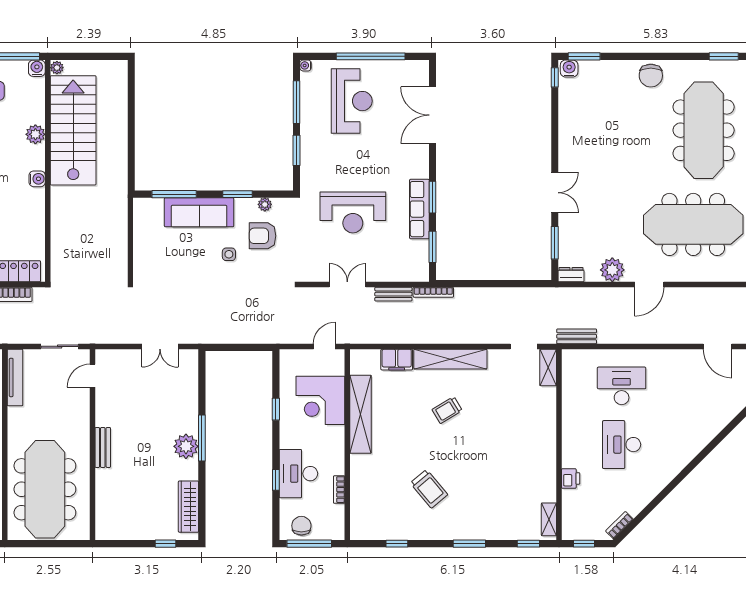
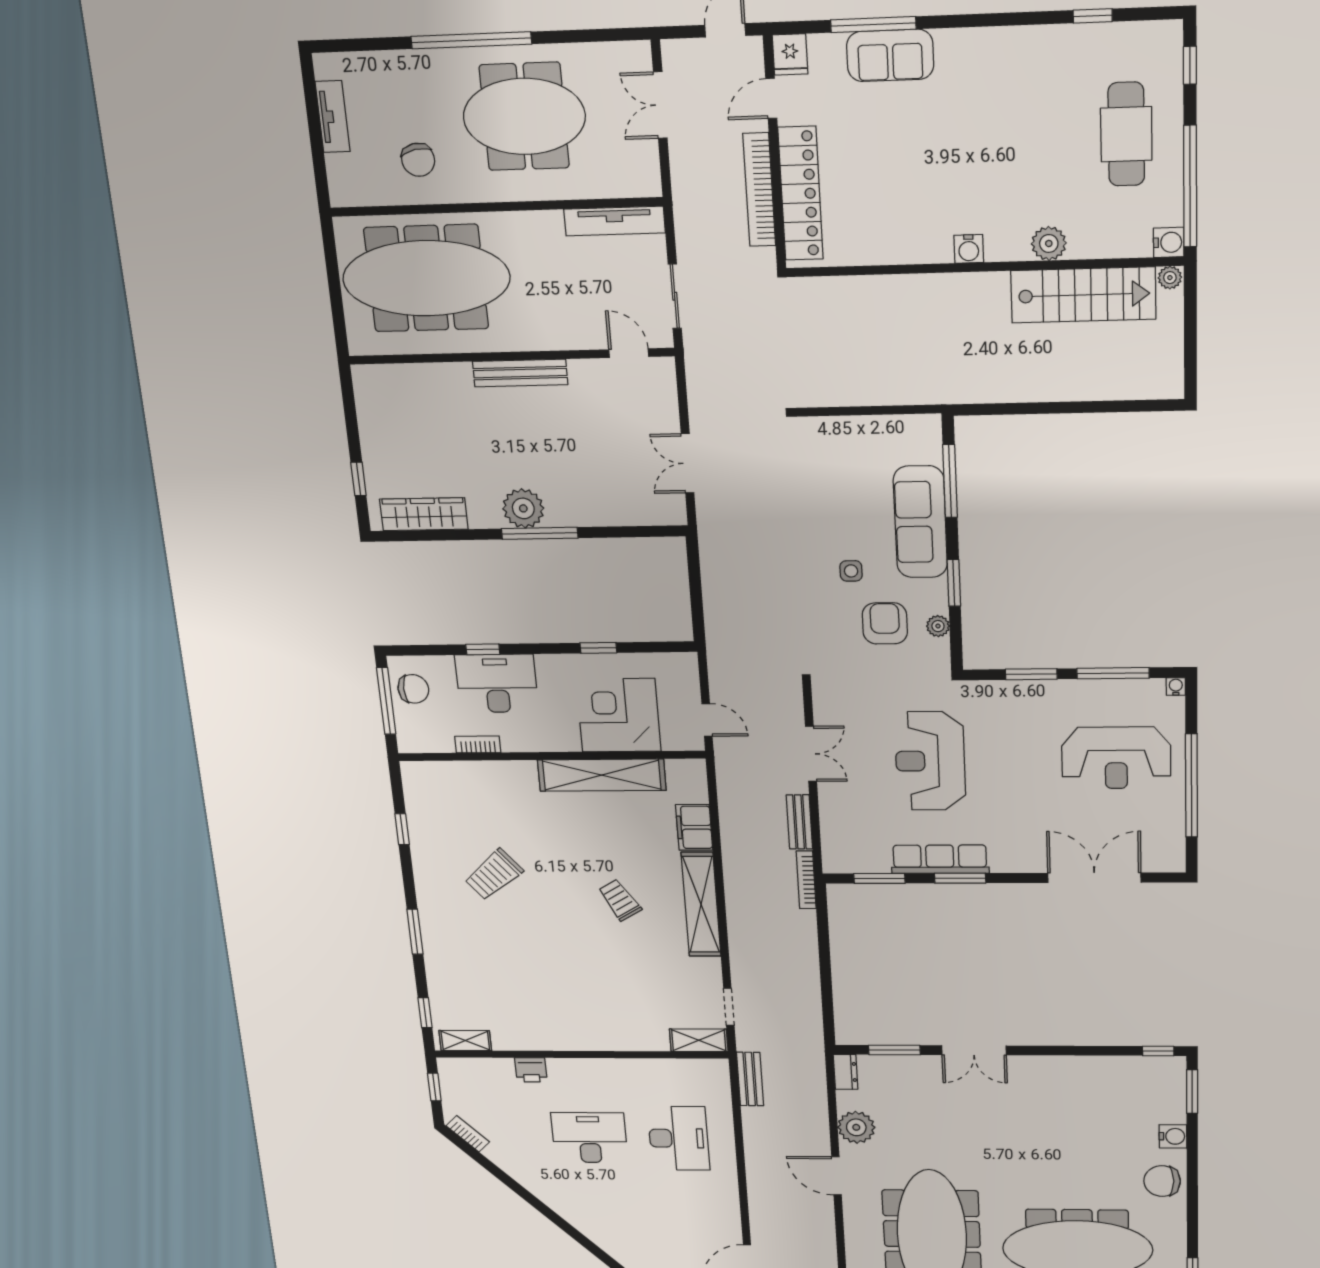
water cooler: (569, 69) -> (1173, 1136), moved
stairs: (73, 130) -> (1083, 295), width x0.73, depth x0.66
bench: (103, 447) -> (520, 373), width x1.36

